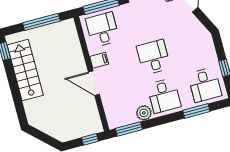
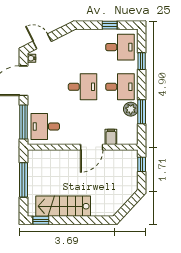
desk: (154, 57) -> (83, 87), turned 180
filing cabinet: (99, 60) -> (111, 137), moved
window: (196, 111) -> (142, 61), width x0.67
window: (129, 129) -> (142, 112), moved

